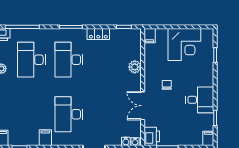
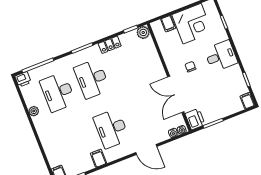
filing cabinet: (150, 36) -> (168, 24), moved
plant: (135, 67) -> (143, 32), moved
desk: (200, 100) -> (221, 56), moved
double door: (143, 106) -> (176, 94), width x1.37

